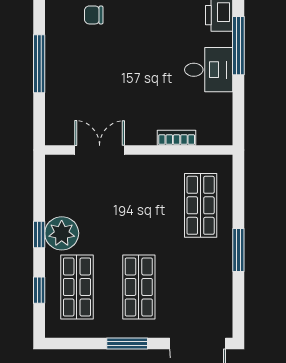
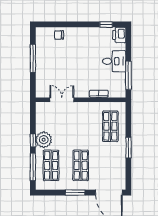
window: (238, 46) -> (128, 75), moved
window: (39, 290) -> (33, 167), width x2.17

